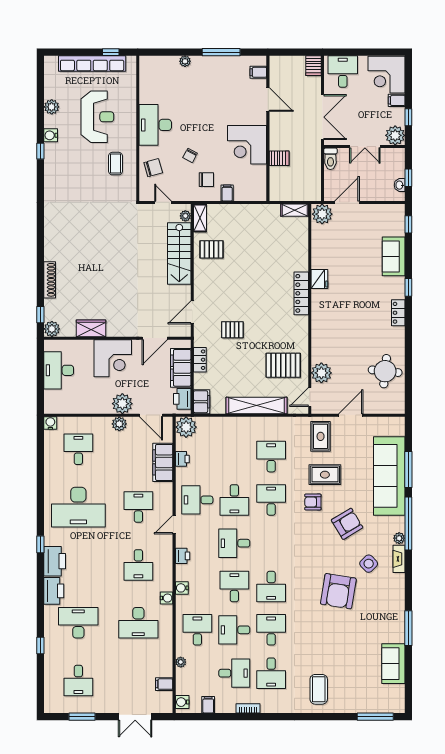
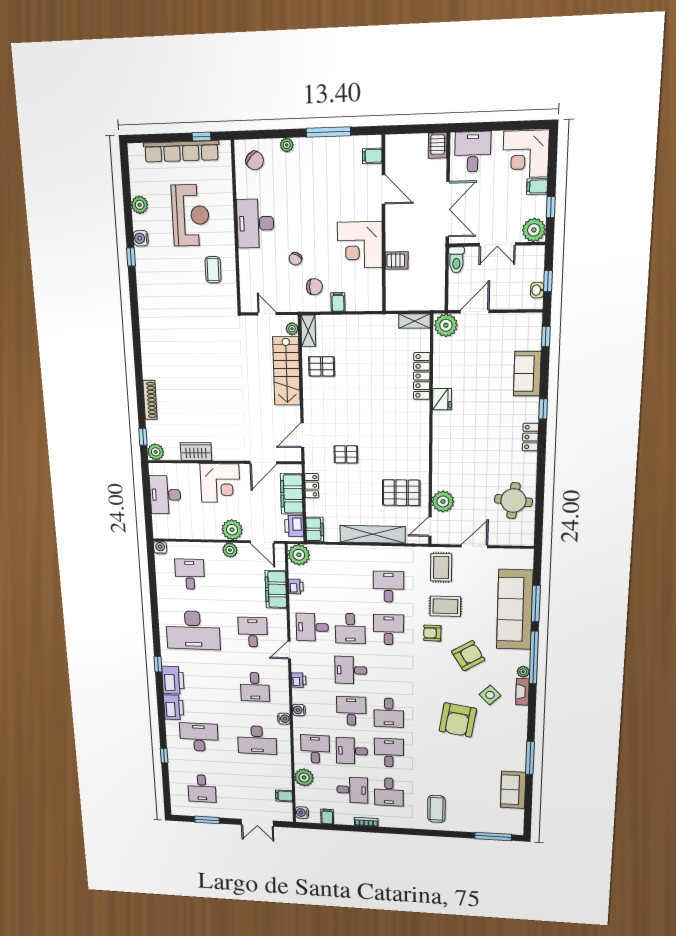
chair: (153, 168) -> (255, 161), moved, turned 60
locker: (301, 293) -> (422, 376), moved
plant: (181, 662) -> (304, 778), width x1.87, depth x1.87

